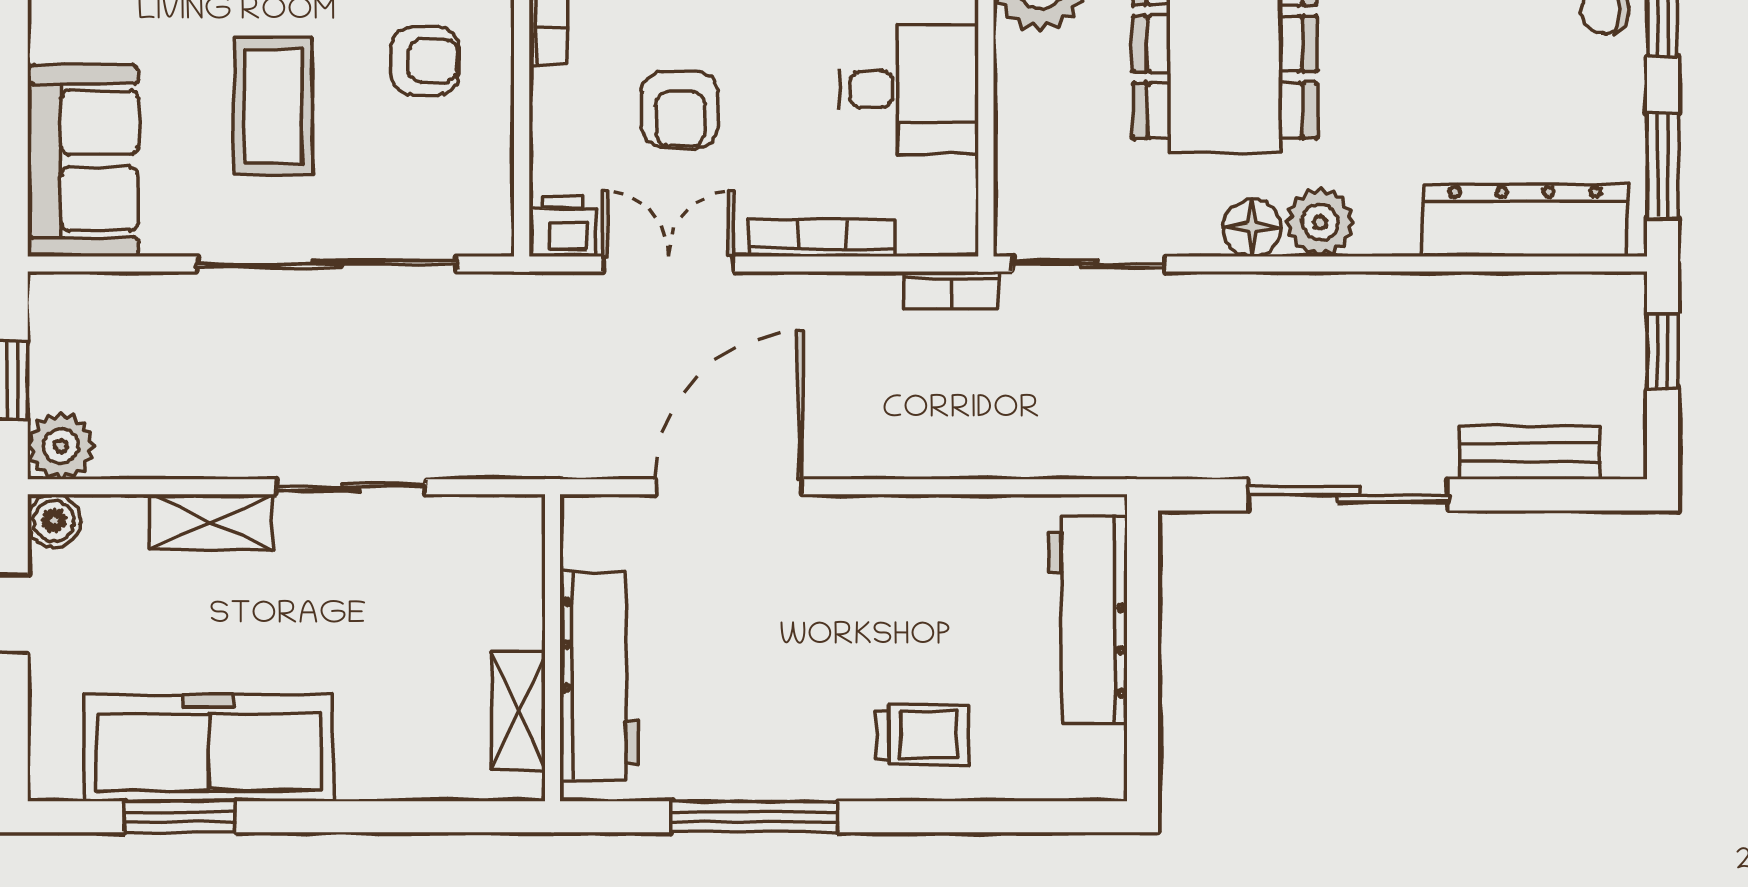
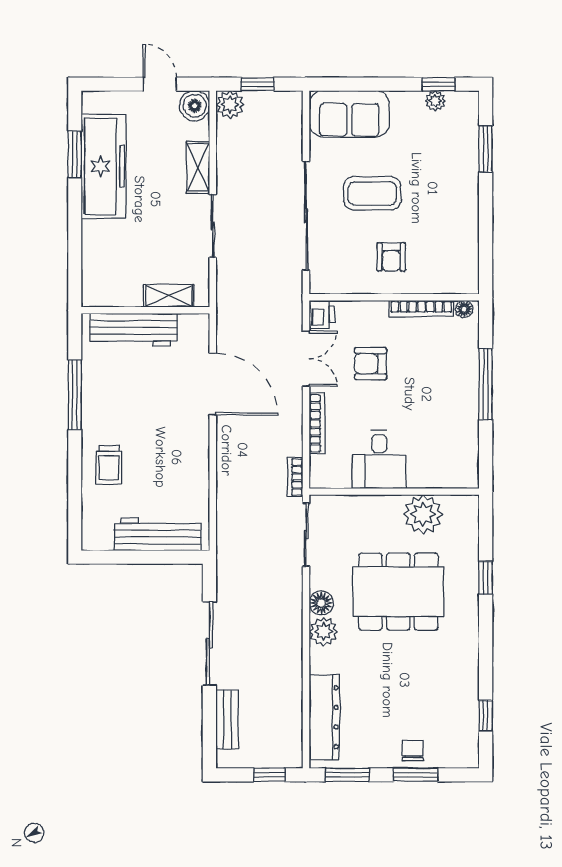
boiler: (54, 521) -> (195, 106), width x1.36, depth x1.36
shelving: (518, 710) -> (169, 296), moved

